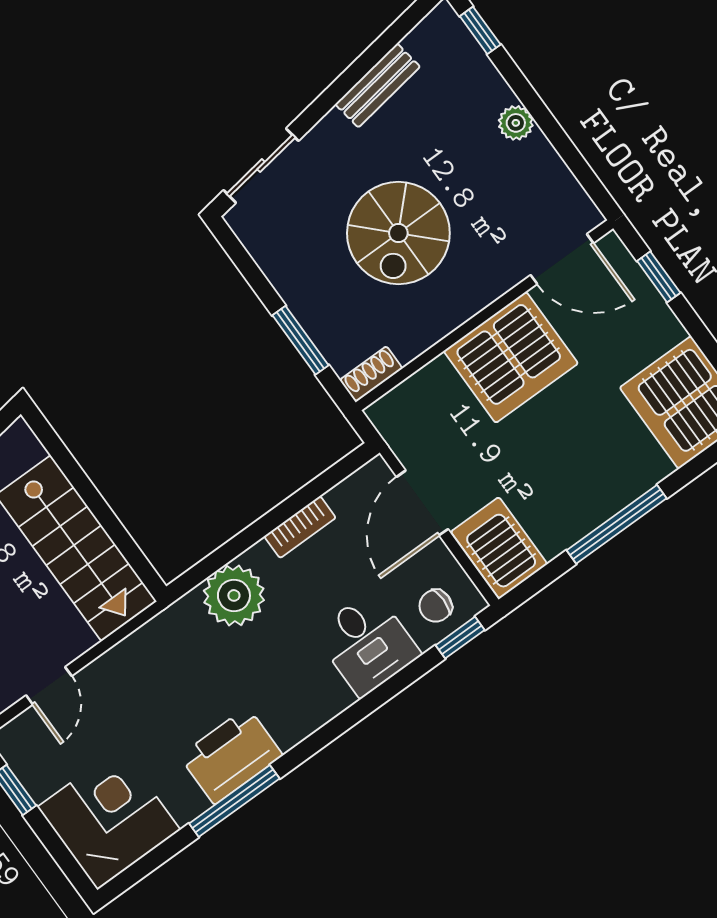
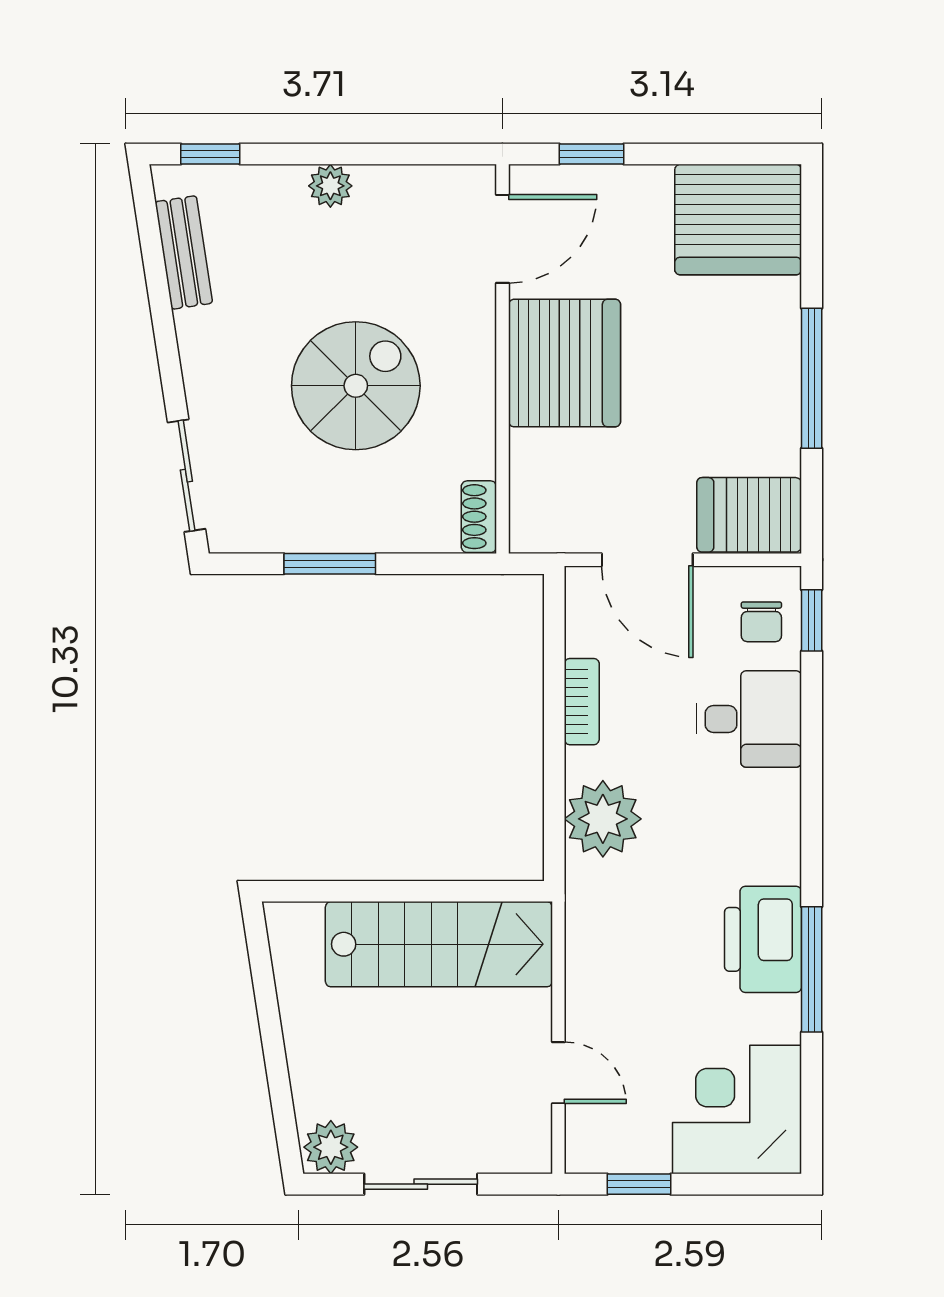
bench: (378, 85) -> (184, 252), moved
spiral stairs: (398, 233) -> (356, 386), turned -90
window: (301, 340) -> (330, 564), moved

